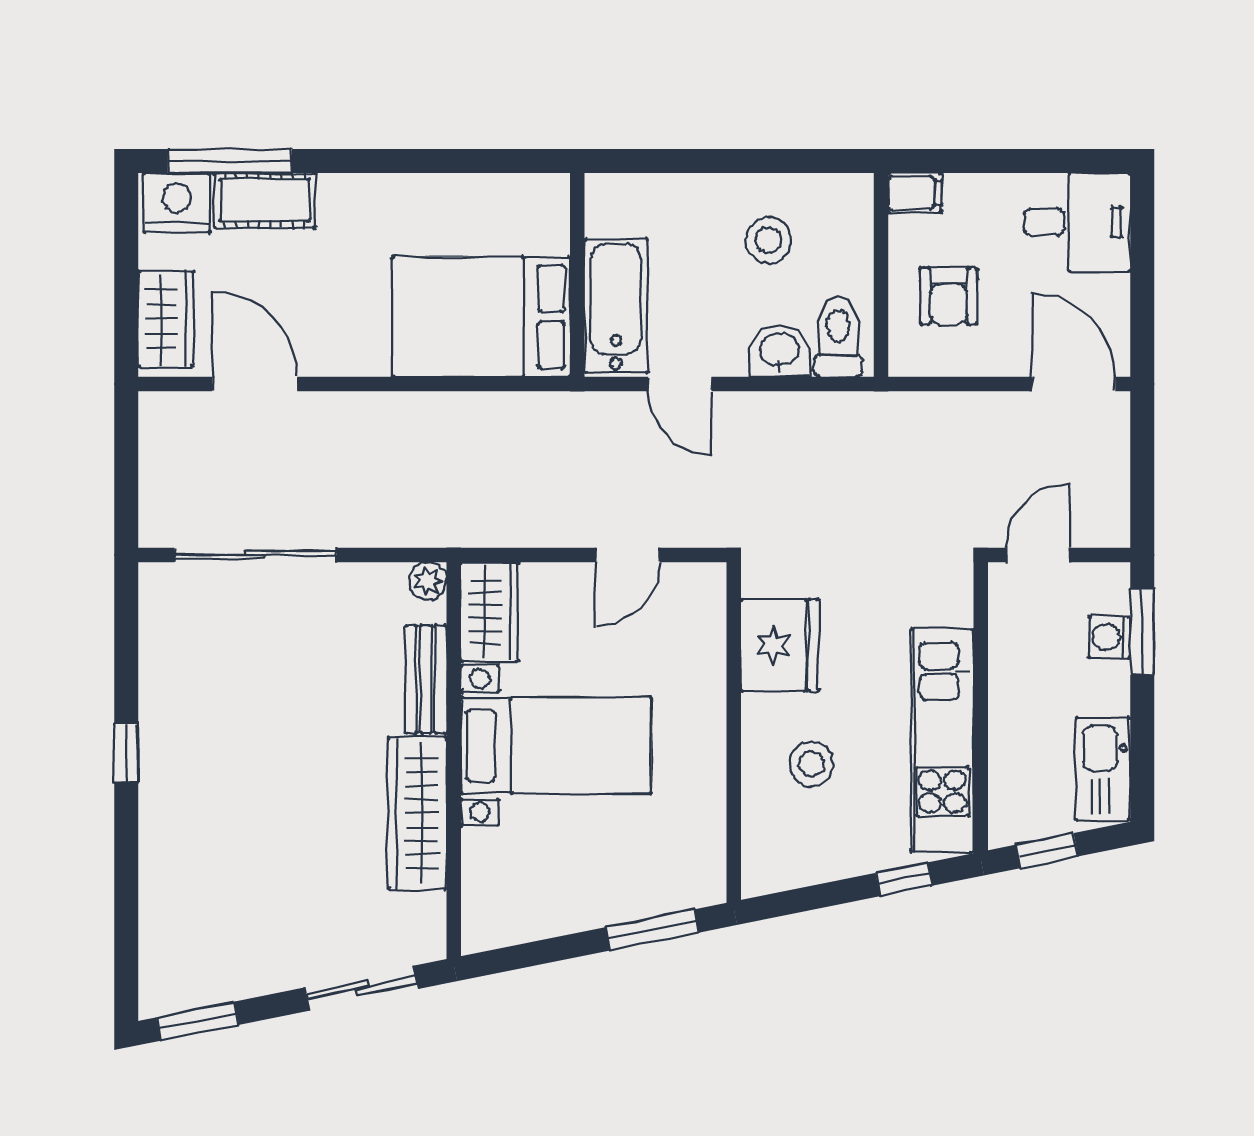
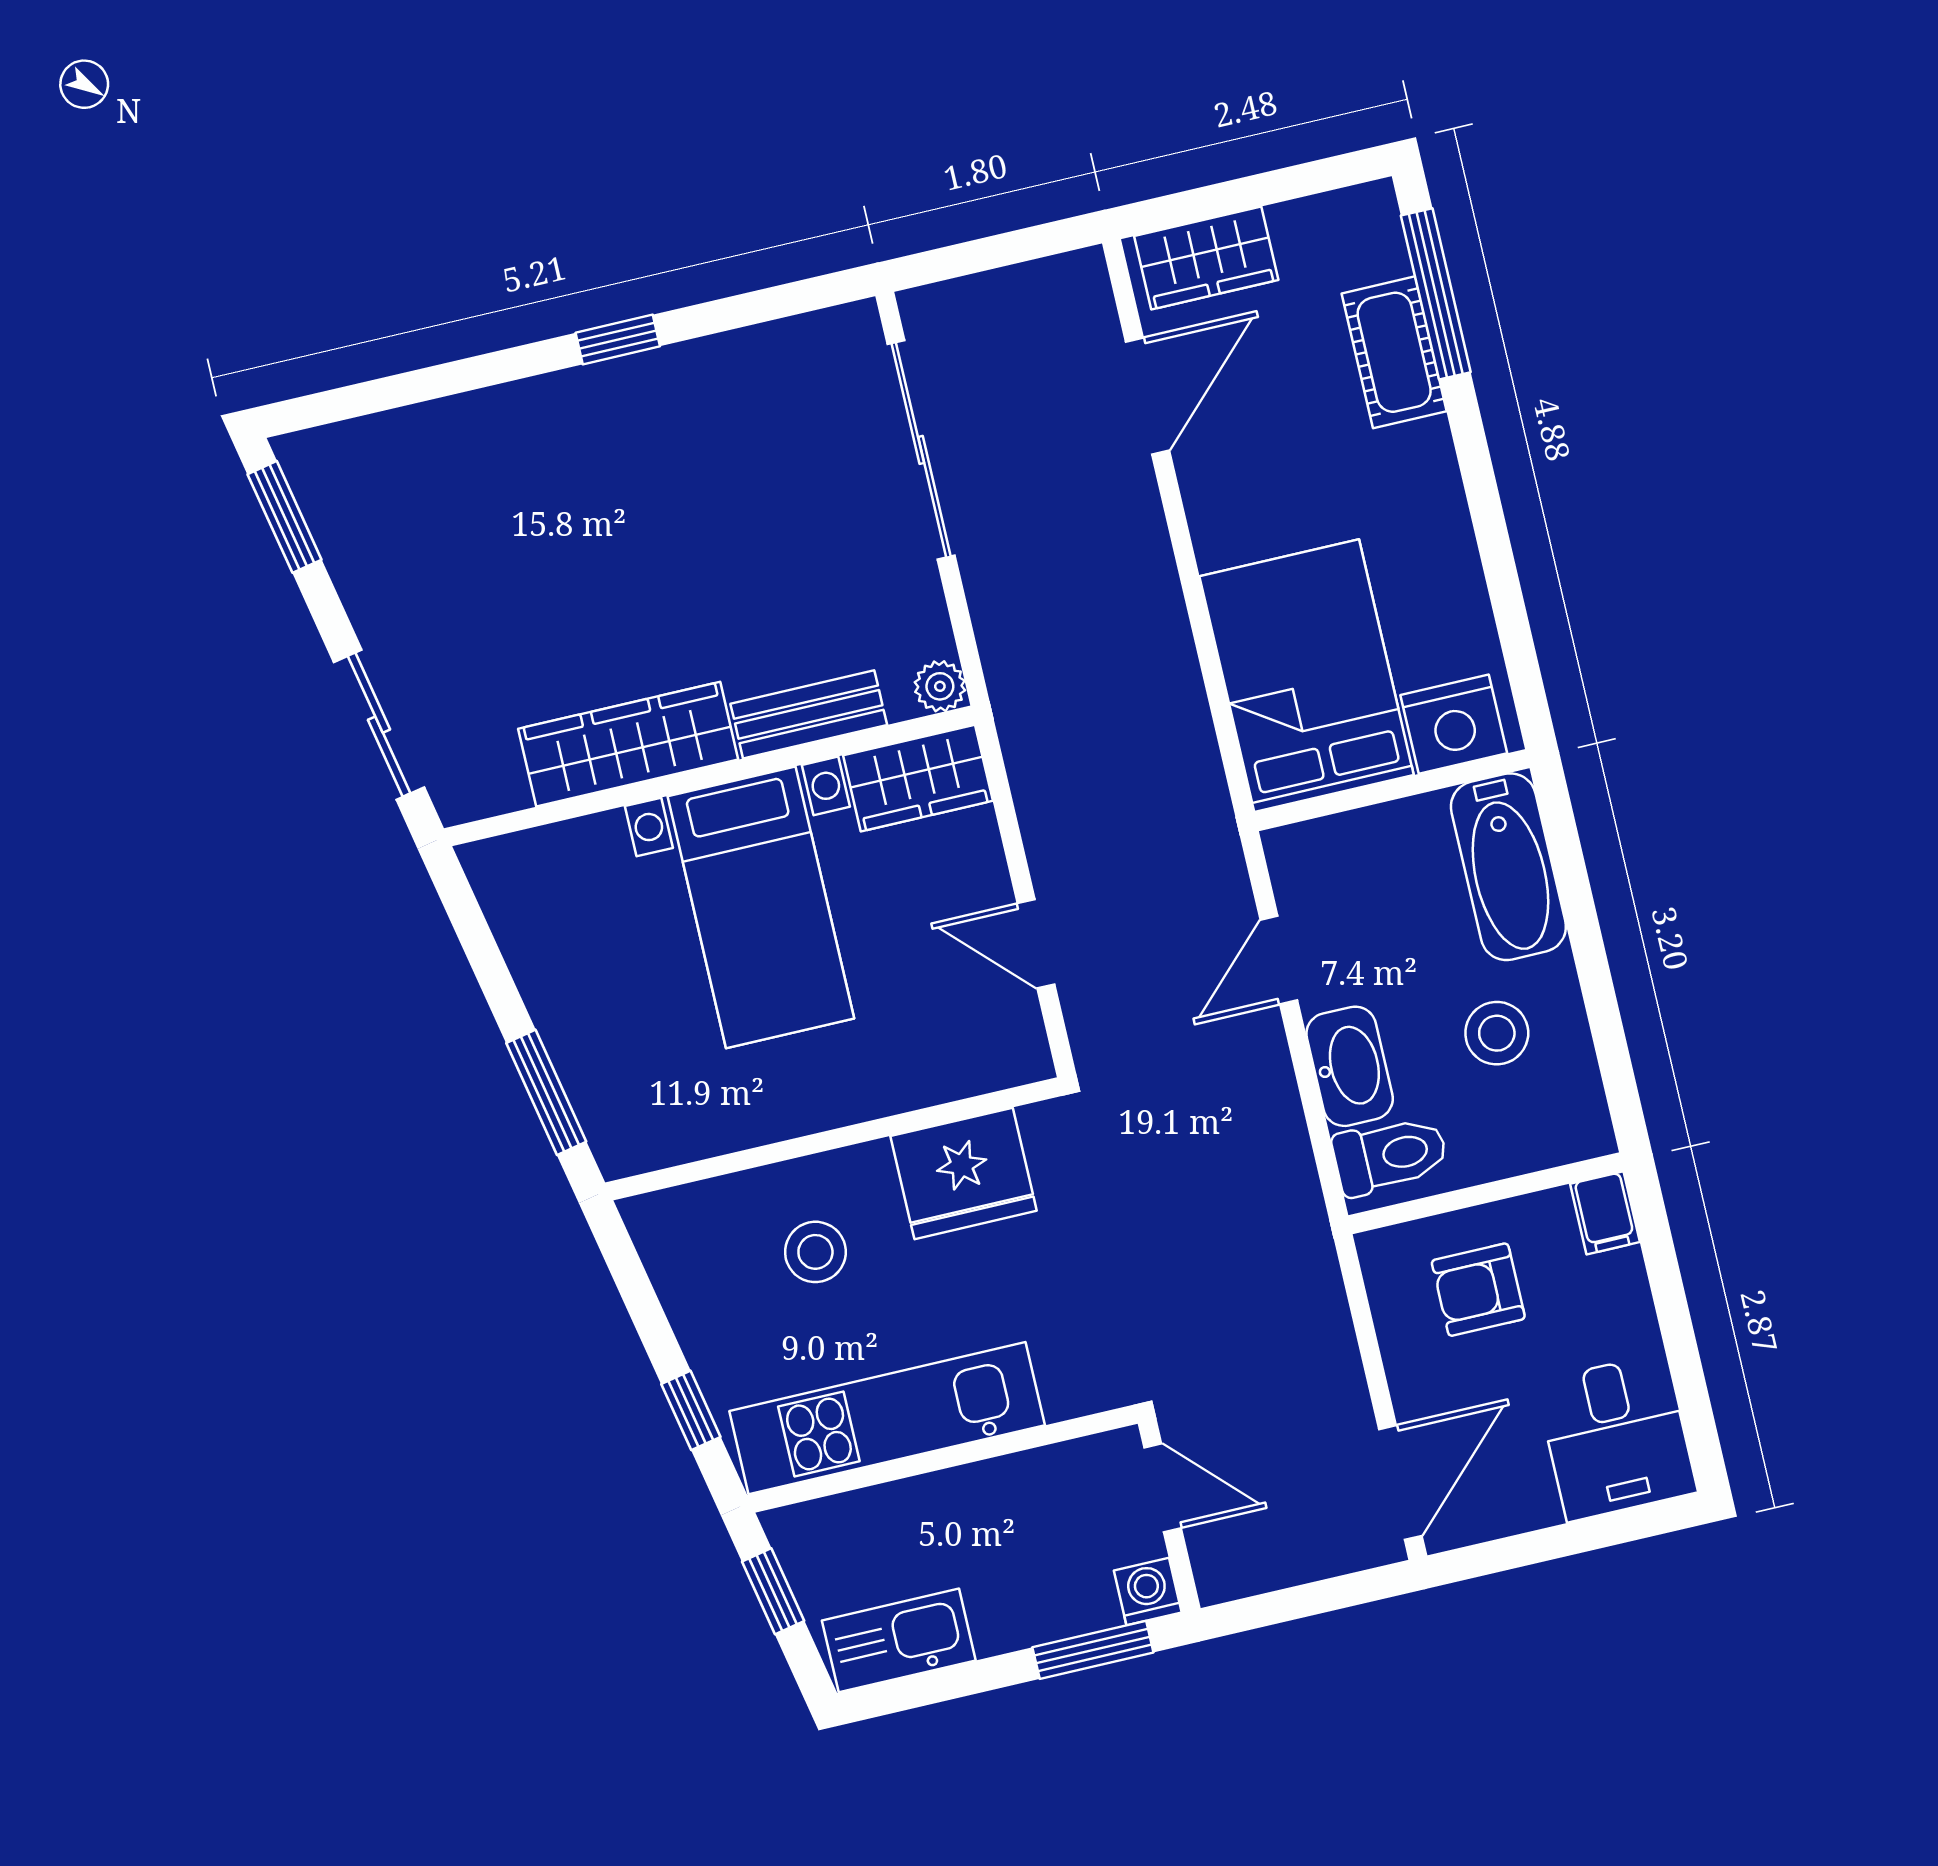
nightstand: (177, 203) -> (1454, 724), moved, turned 90
bathtub: (616, 306) -> (1508, 867), moved, turned 90
washbasin: (779, 351) -> (1350, 1066), width x1.38
washing machine: (1110, 637) -> (1148, 1592), moved

